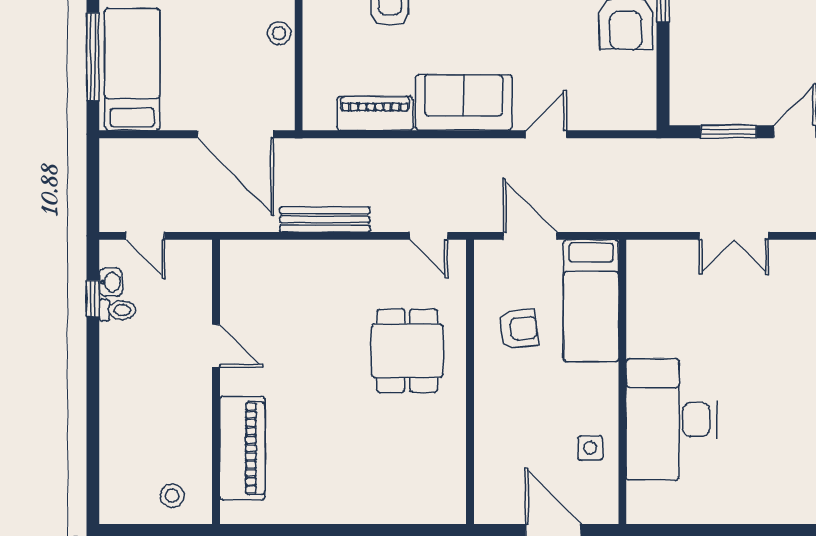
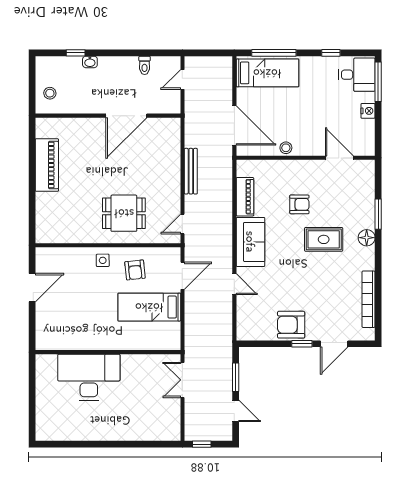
door: (235, 134) -> (234, 126), swing flipped
washbasin: (111, 282) -> (90, 62), moved
window: (93, 299) -> (76, 53), moved
door: (216, 346) -> (126, 116), width x1.88
wall: (622, 382) -> (108, 352), moved
desk: (672, 419) -> (89, 377), moved
piano: (242, 448) -> (47, 165), moved, turned -90
side table: (590, 448) -> (103, 260), moved

